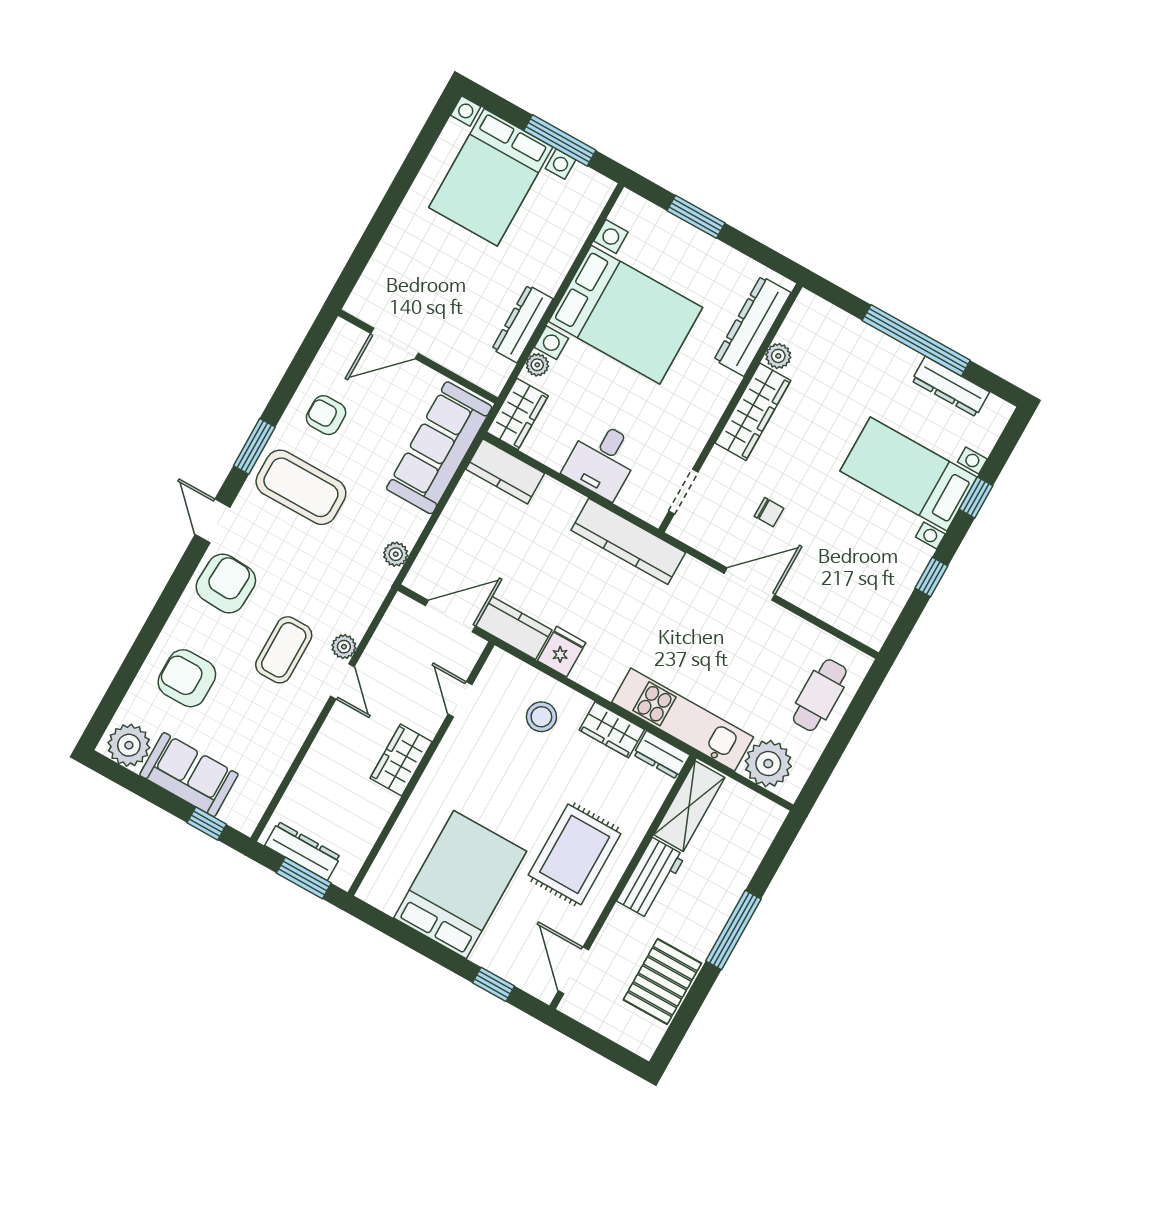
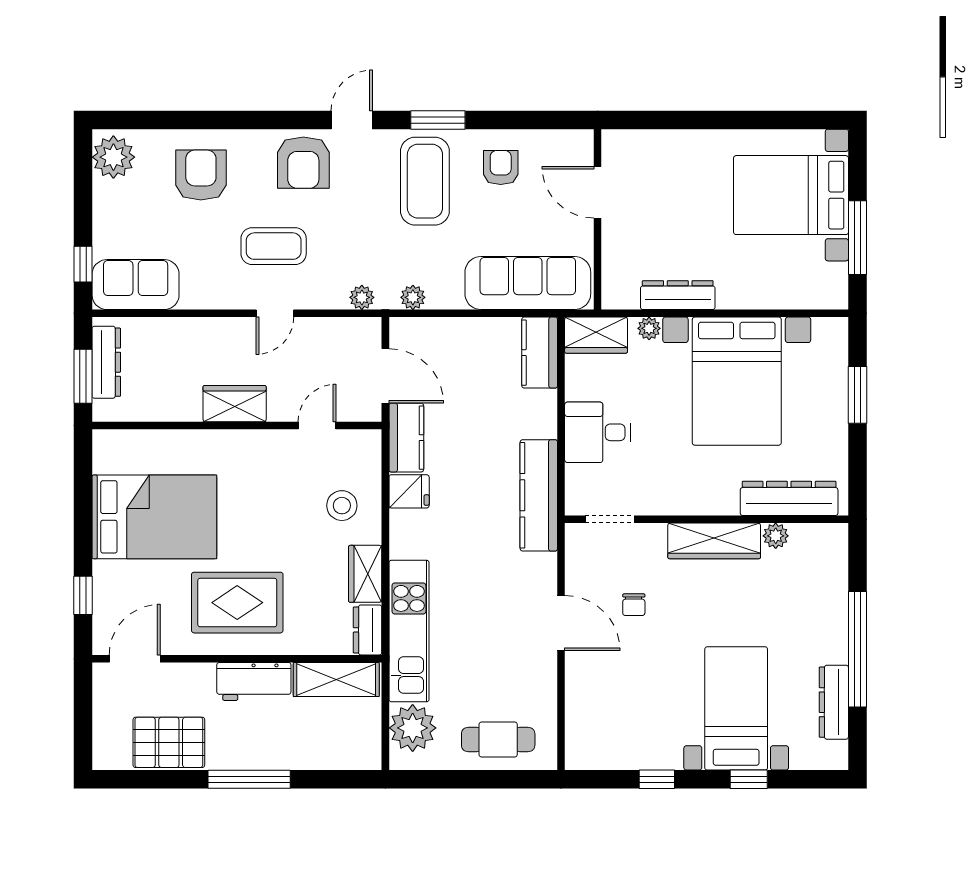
armchair: (226, 584) -> (303, 163), turned 87
plant: (344, 647) -> (362, 297), moved
sofa: (189, 775) -> (136, 285), moved, turned -90

